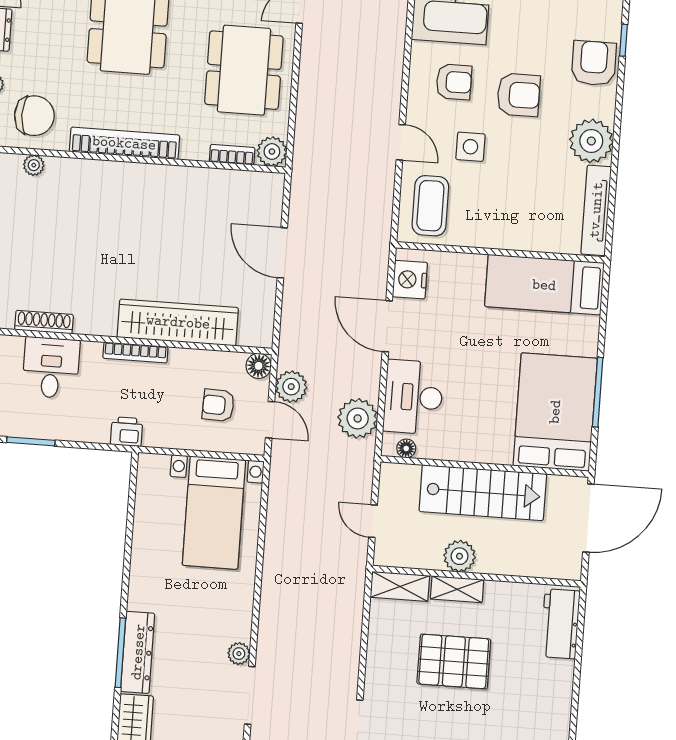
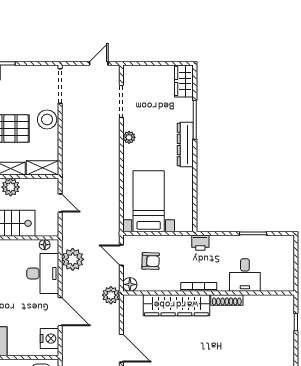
shoe rack: (44, 322) -> (227, 300), moved
plant: (291, 387) -> (111, 295), moved
dresser: (138, 652) -> (185, 145), moved
plant: (239, 654) -> (129, 137), moved
stool: (385, 673) -> (47, 119), added

